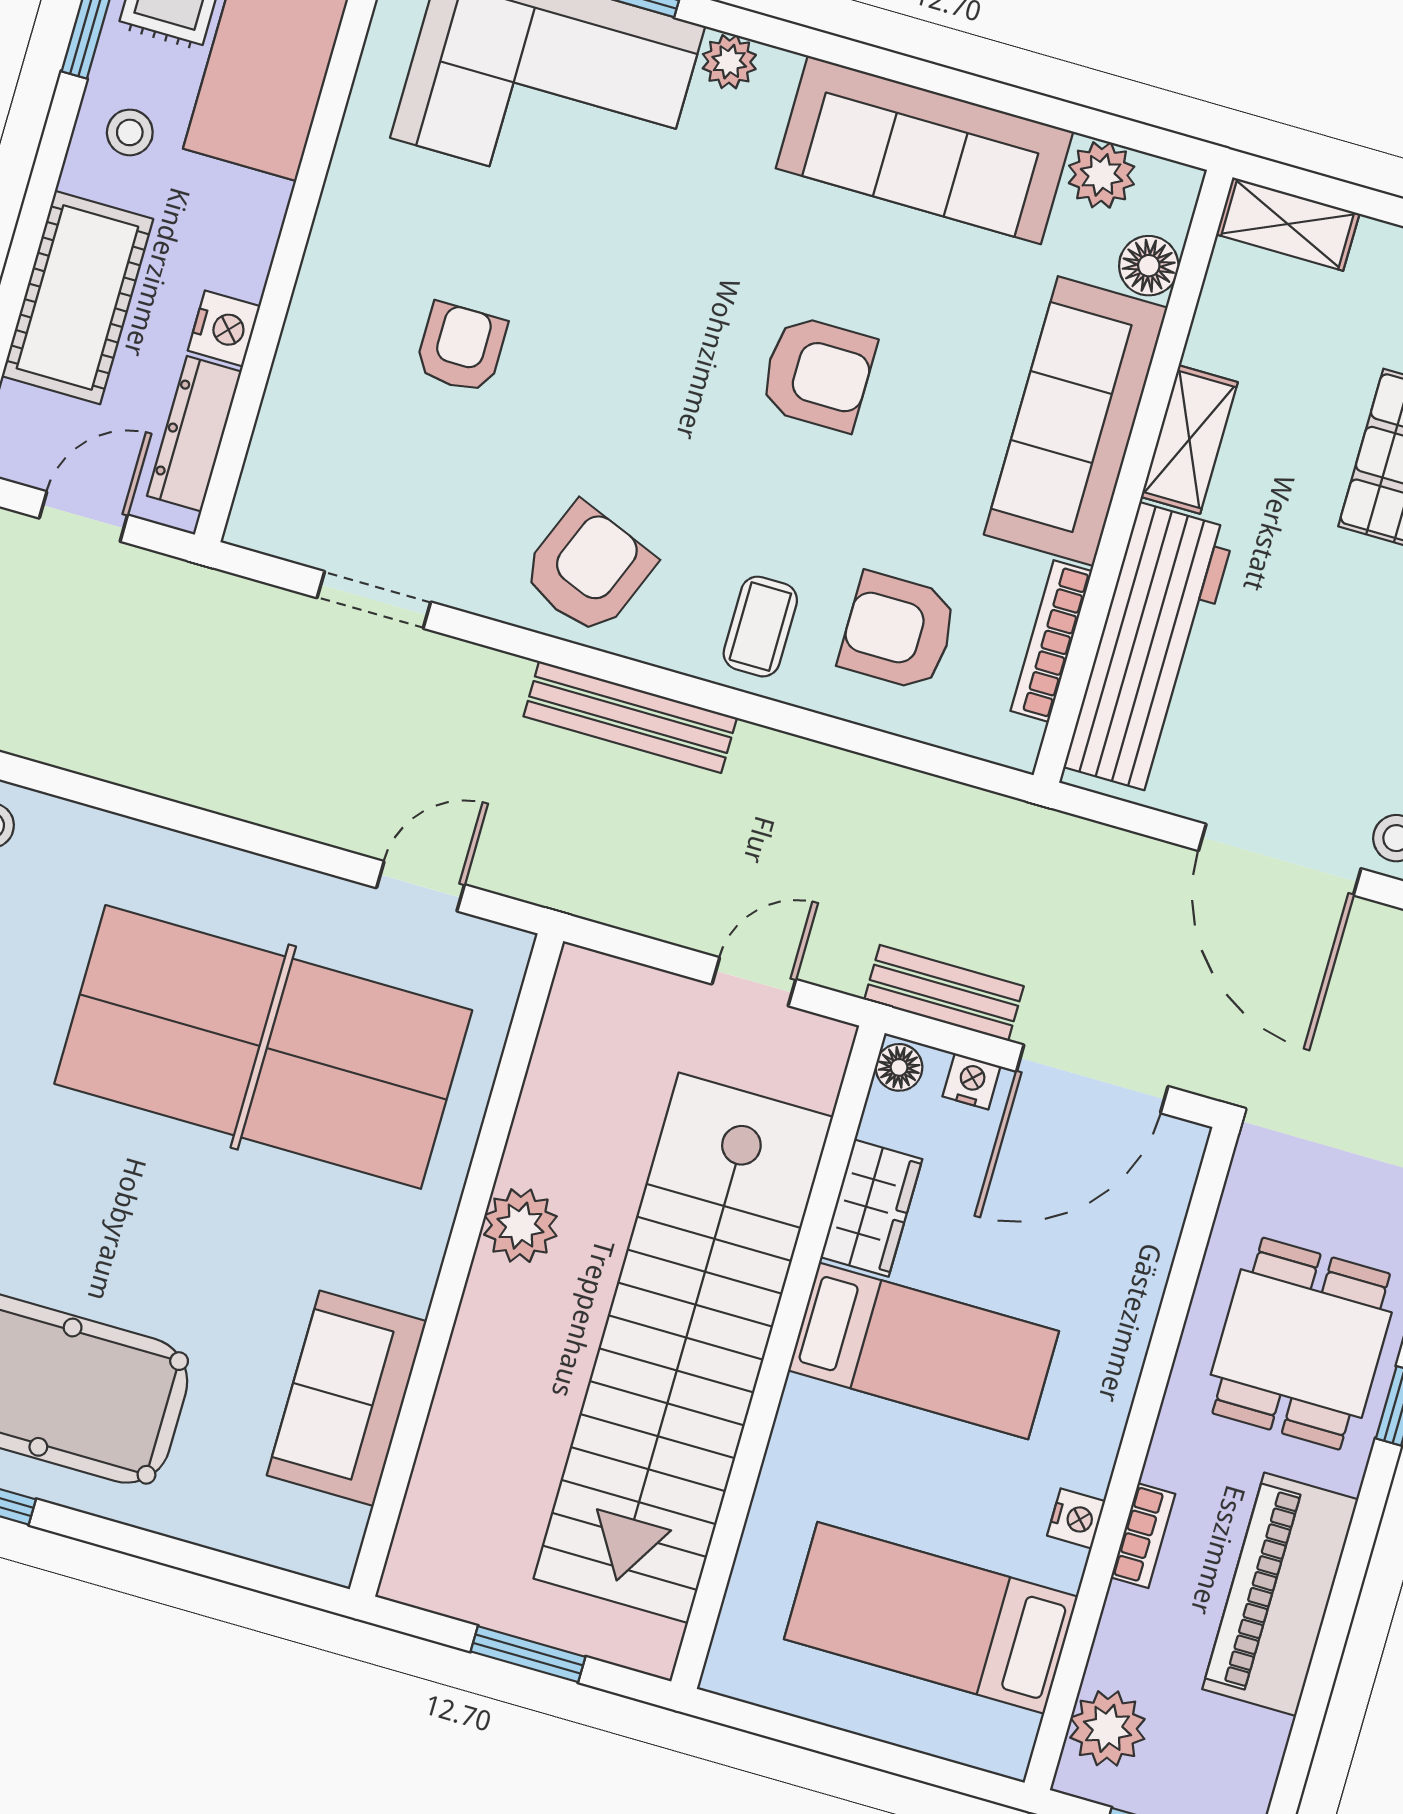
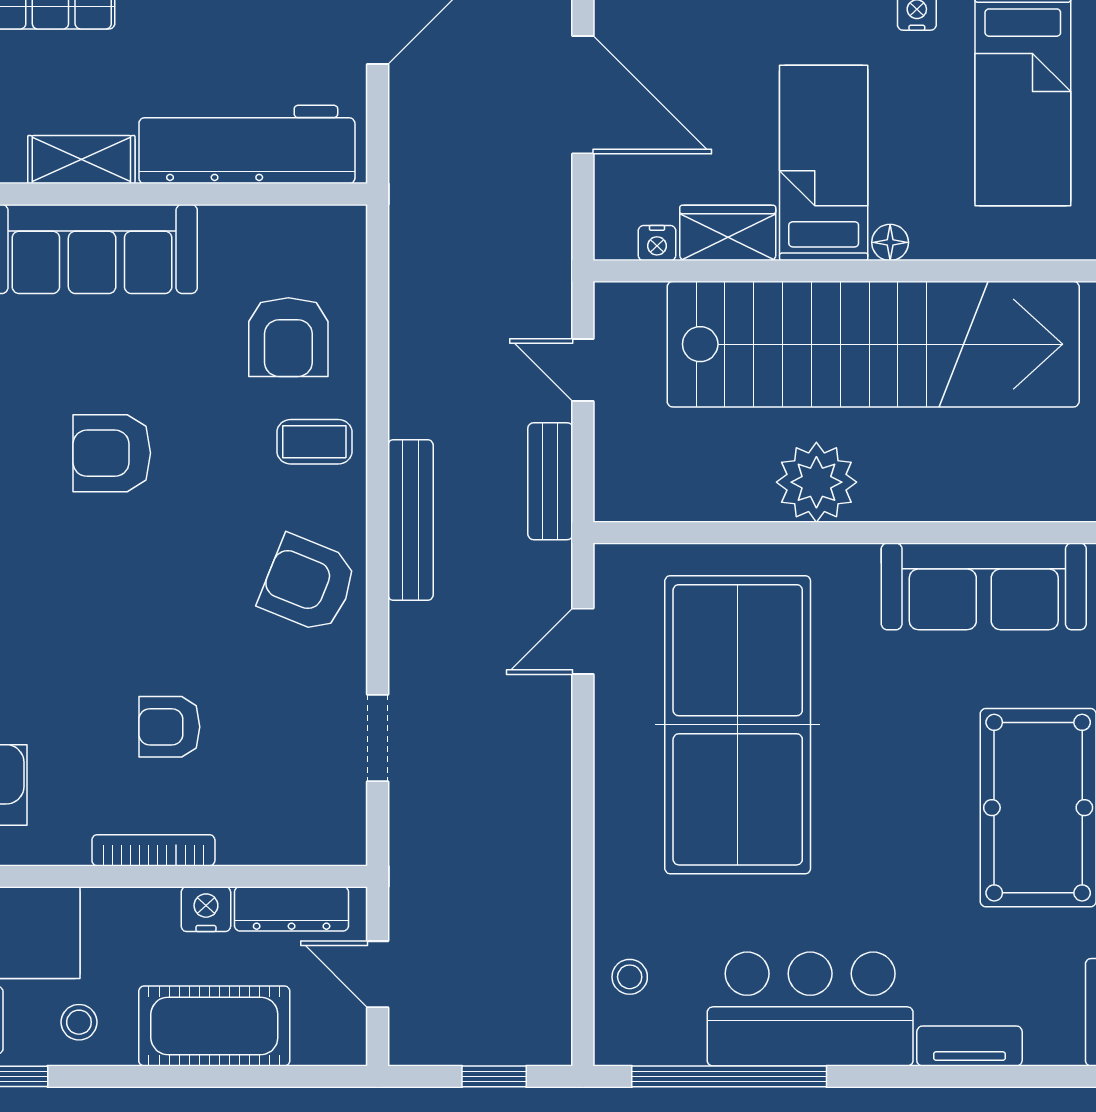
armchair: (818, 373) -> (112, 453), turned -90
bookcase: (1051, 641) -> (153, 850), moved, turned 180
door: (420, 886) -> (583, 641), hinge flipped
bench: (944, 993) -> (550, 481), moved
floor lamp: (899, 1067) -> (890, 242), moved
nightstand: (972, 1081) -> (657, 243), moved, turned -90
plant: (520, 1226) -> (816, 482), width x1.36, depth x1.36
sofa: (347, 1398) -> (984, 586), width x1.36

